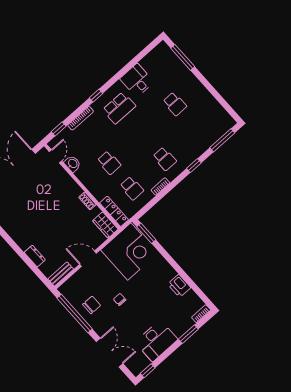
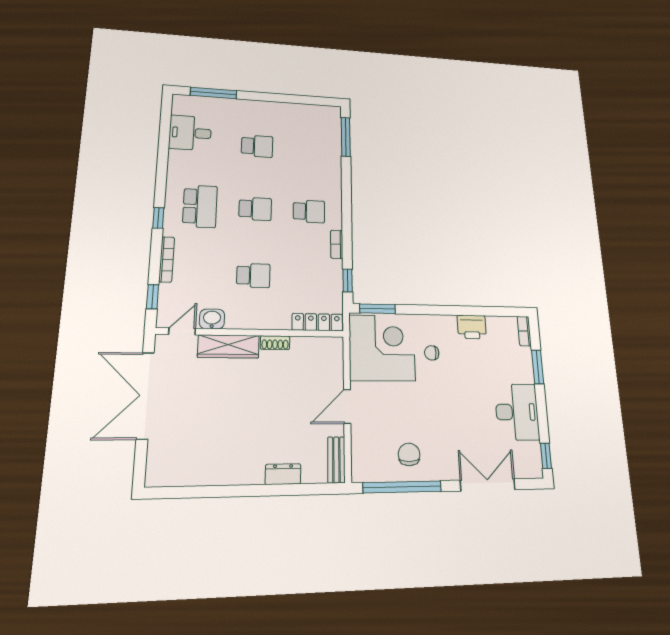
desk: (137, 80) -> (190, 133), moved
door: (55, 156) -> (182, 331), hinge flipped
window: (194, 166) -> (347, 280), moved
school desk: (132, 188) -> (255, 209), moved
wardrobe: (105, 225) -> (229, 346), moved, width x1.50
chair: (120, 299) -> (432, 353), moved

